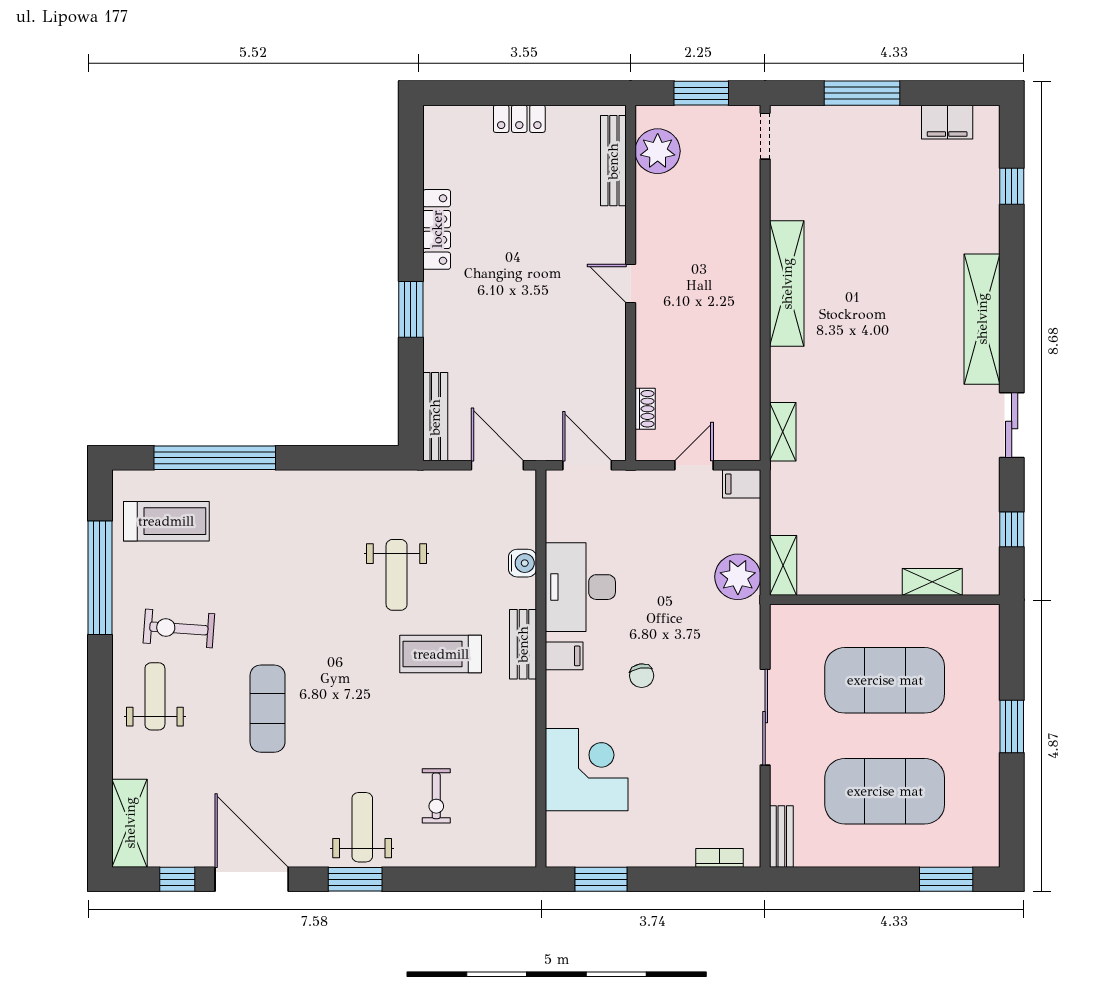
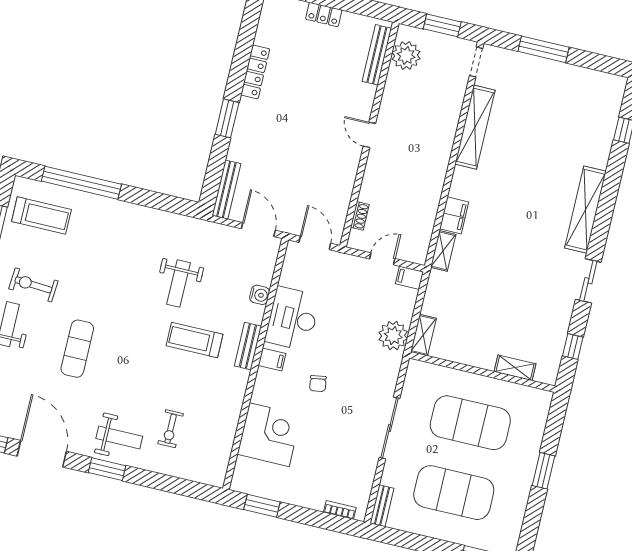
filing cabinet: (947, 122) -> (454, 215), moved, turned -90
shelving: (787, 284) -> (475, 127), moved
weight bench: (362, 827) -> (119, 437), turned 90

